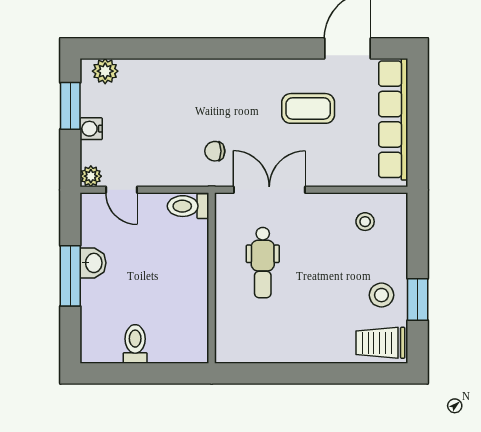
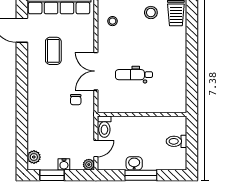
toilet: (188, 206) -> (104, 127), moved
dental chair: (263, 263) -> (134, 75), turned 180
wall: (212, 278) -> (142, 114), moved

